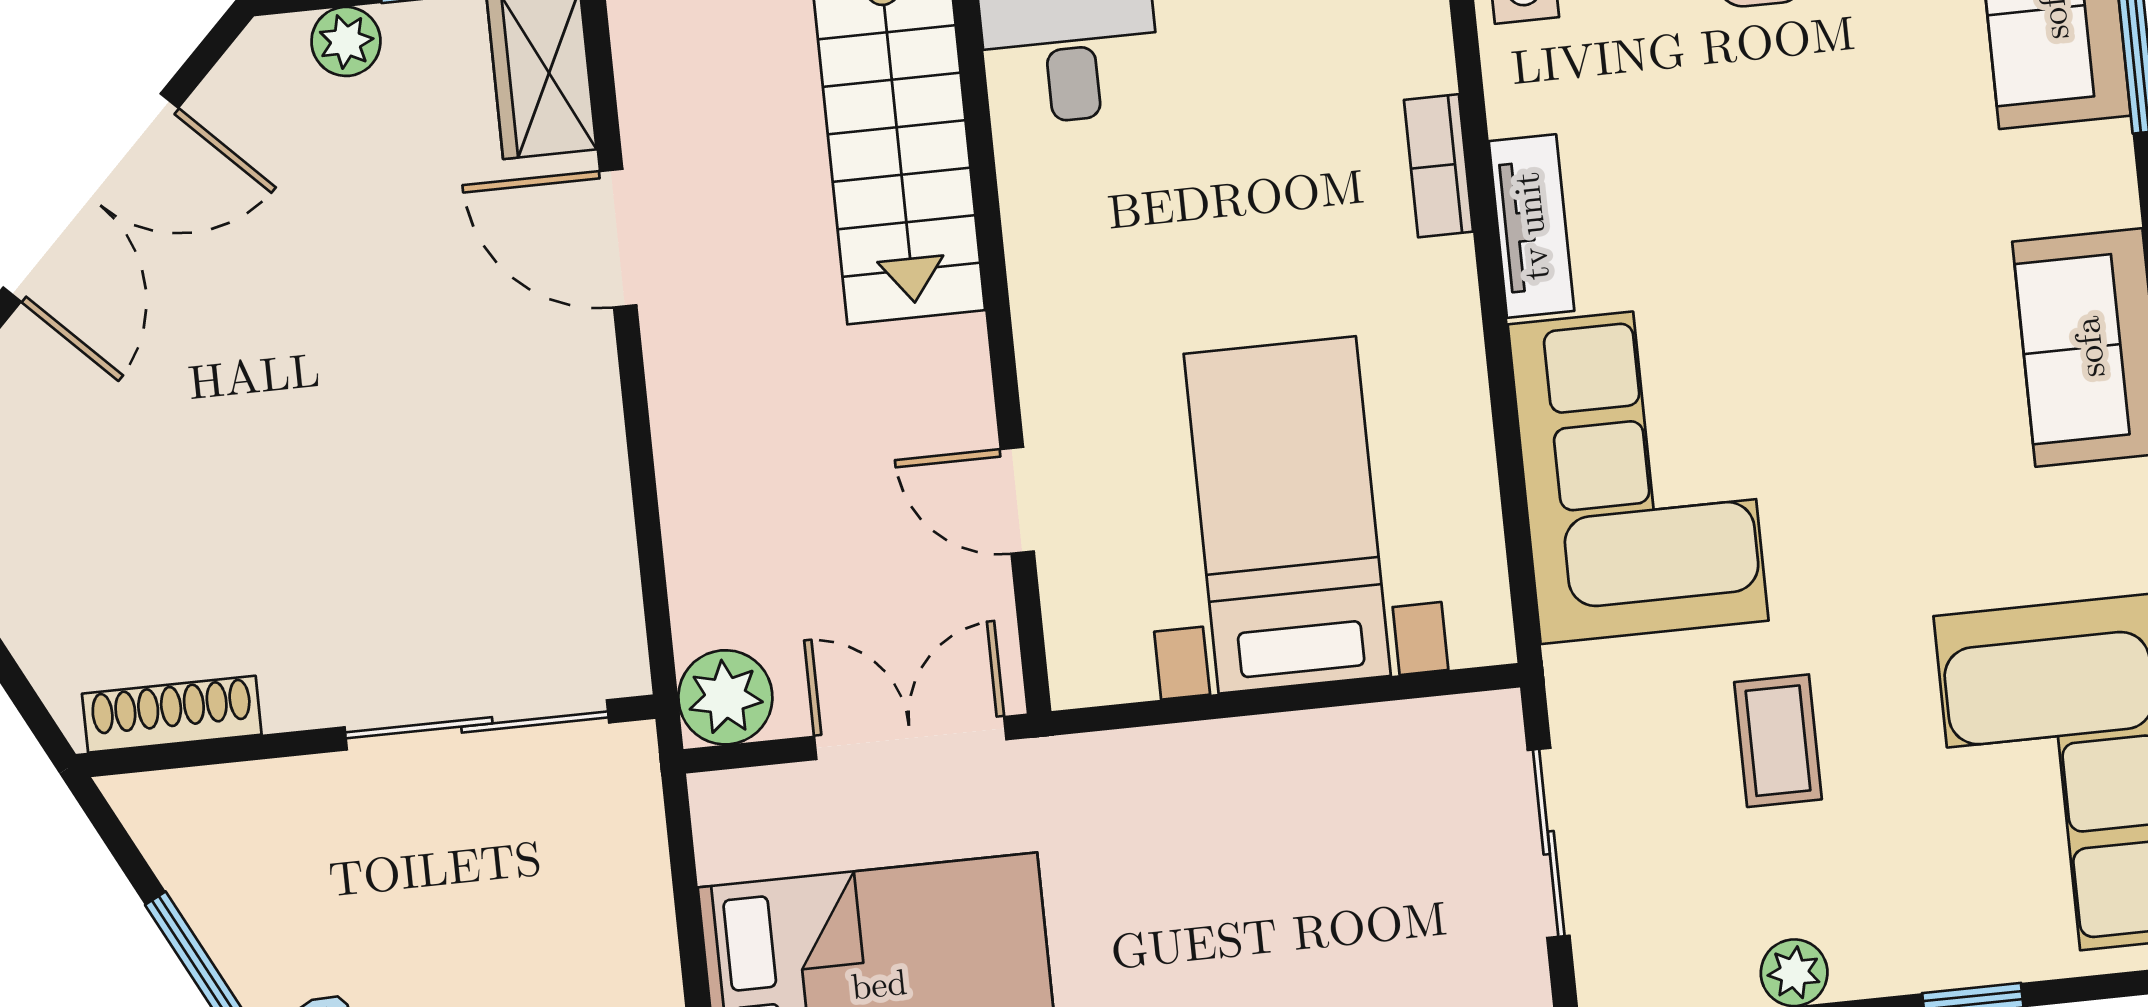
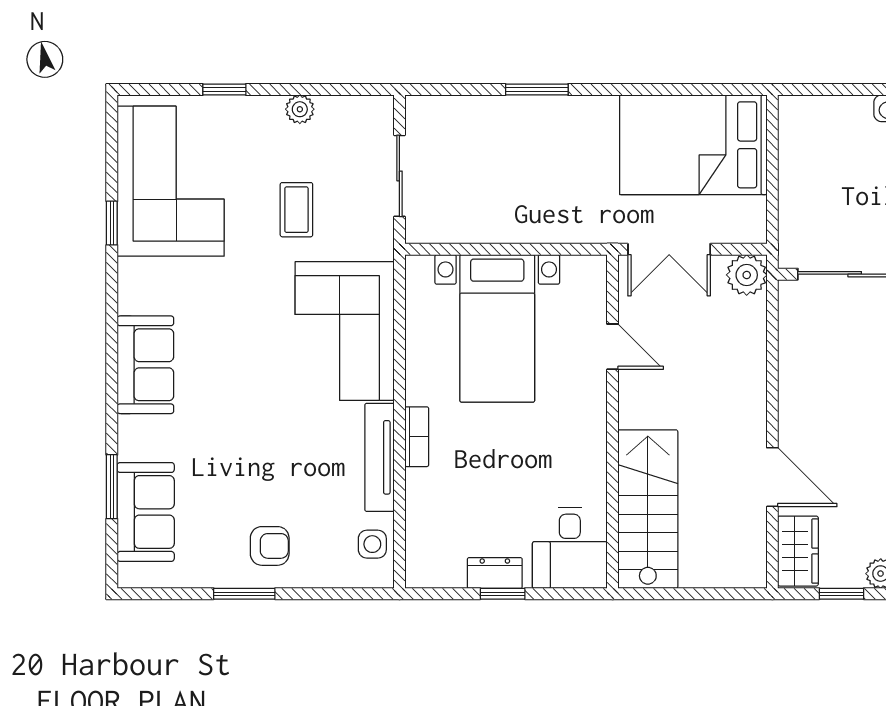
bookcase: (1439, 166) -> (417, 437), moved
tv unit: (1531, 226) -> (380, 457), width x1.41

